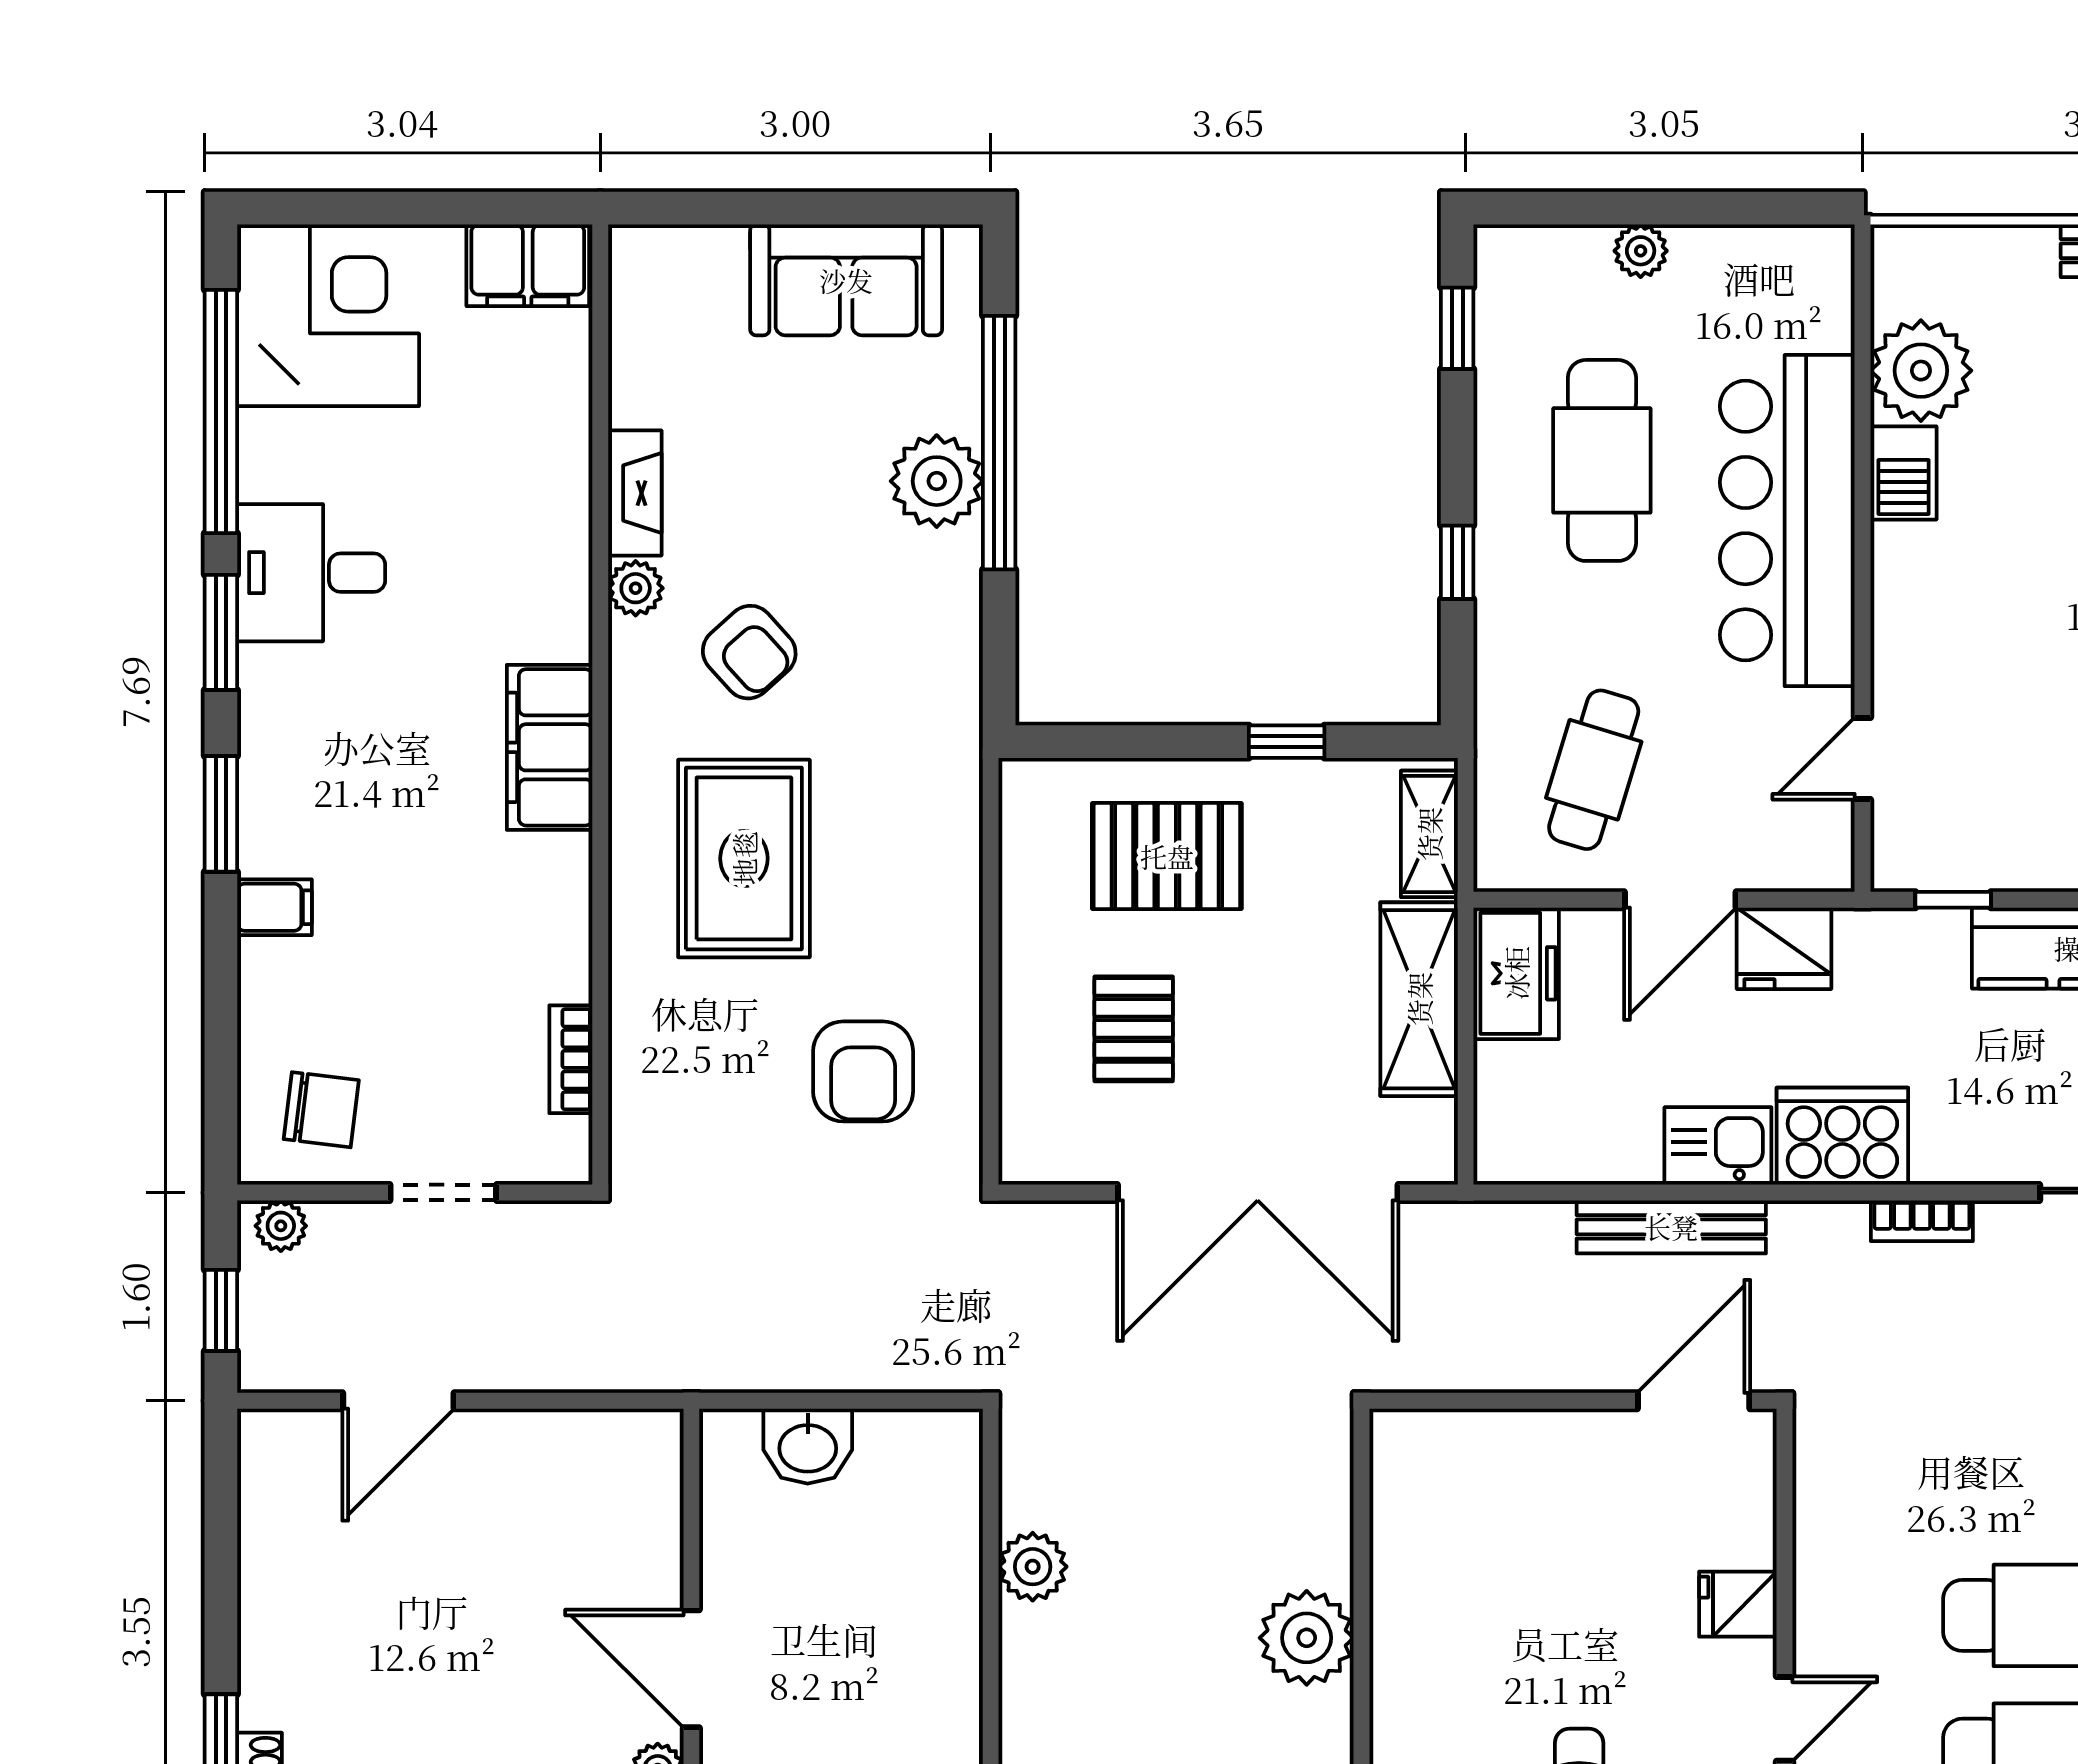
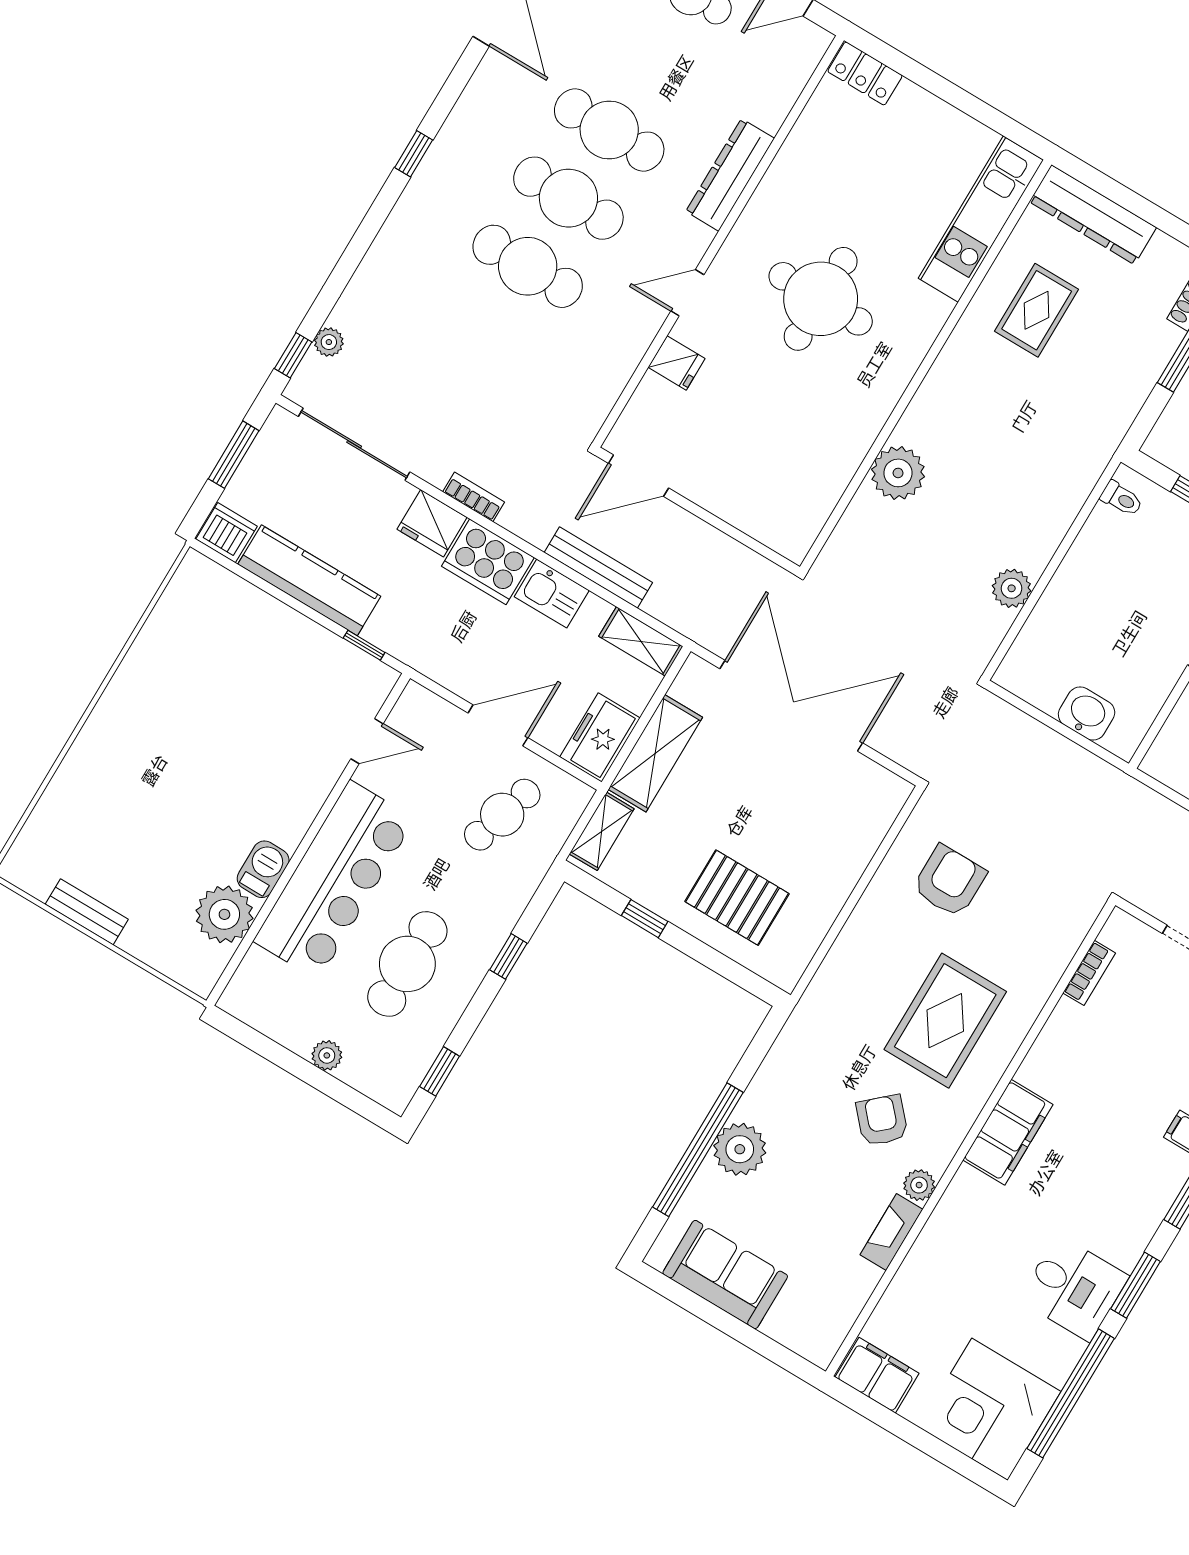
fridge: (1784, 948) -> (432, 523), moved, turned 180
pallet: (1134, 1029) -> (804, 823), removed
shelving: (1541, 1154) -> (641, 641), added

